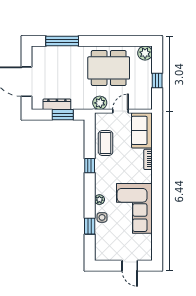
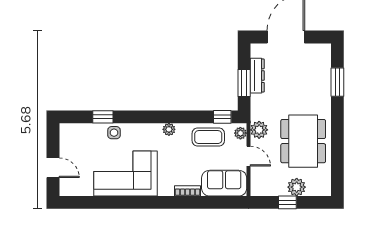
window: (62, 41) -> (337, 82), width x0.69
plant: (145, 53) -> (297, 187), moved
plant: (102, 118) -> (240, 133), added
window: (90, 166) -> (222, 117), moved
plant: (99, 200) -> (169, 129), moved
door: (130, 266) -> (53, 168), swing flipped

